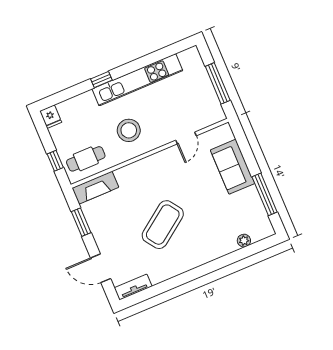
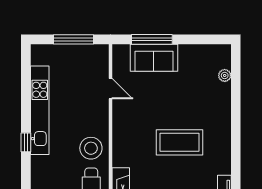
stool: (129, 130) -> (91, 148), moved
window: (265, 194) -> (152, 39), moved
coffee table: (163, 225) -> (179, 142), turned -54

